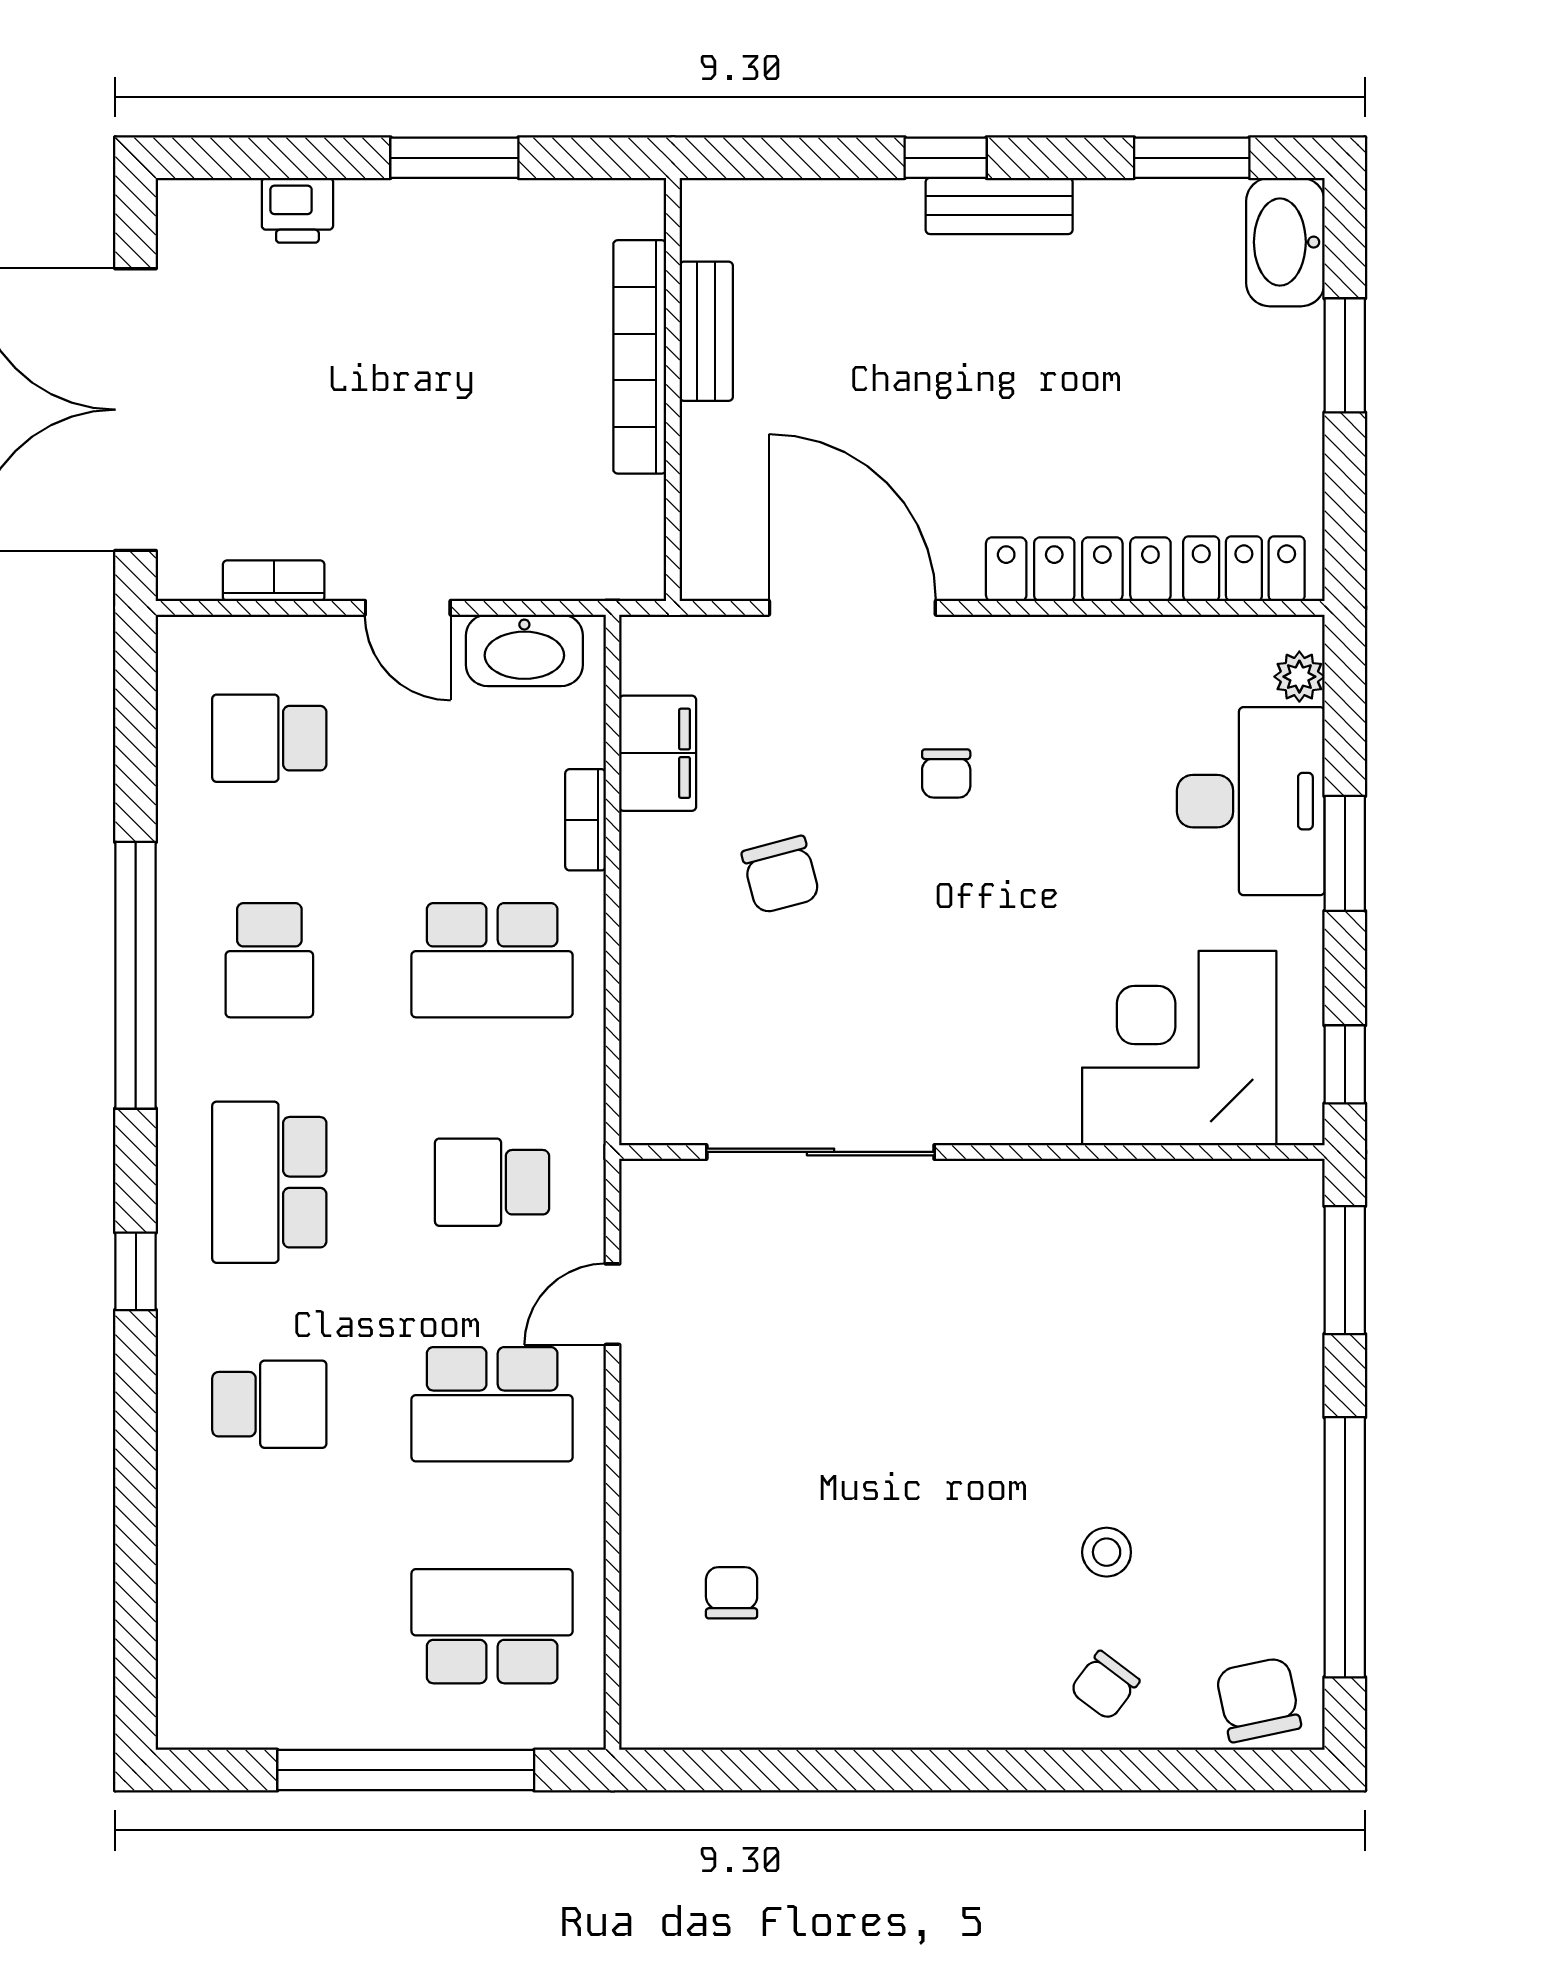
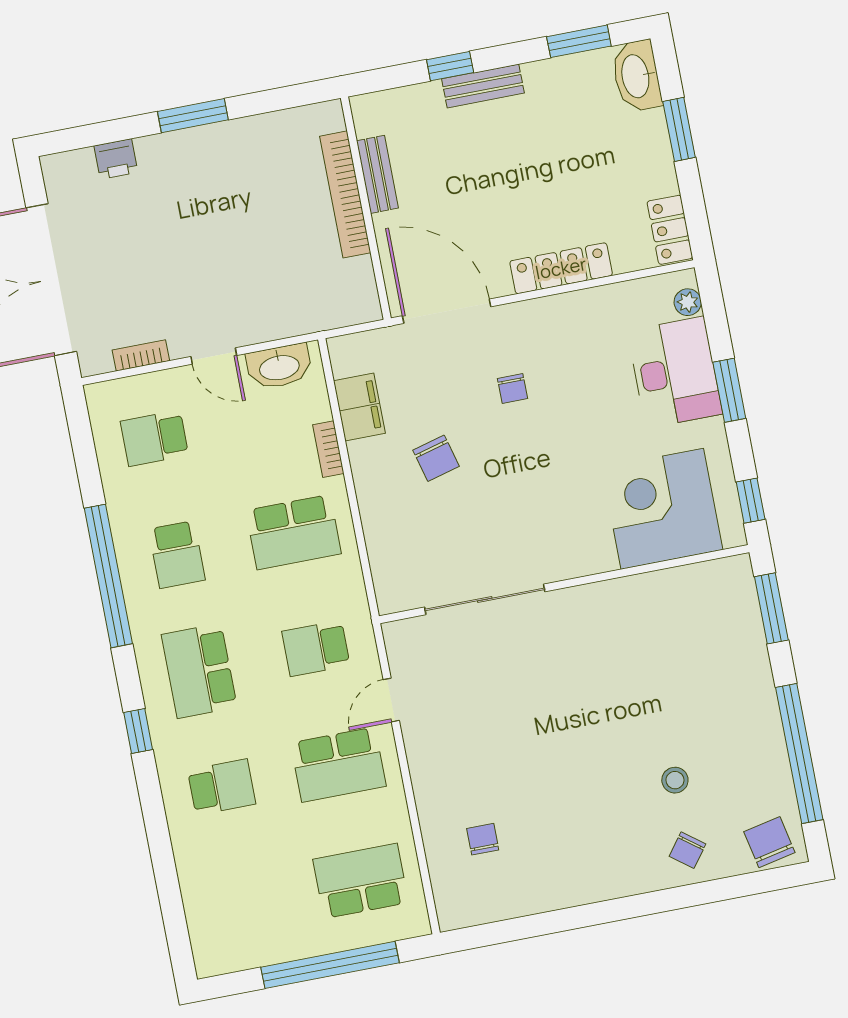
bench: (706, 331) -> (377, 174), moved
bookcase: (640, 357) -> (345, 194), moved
wall: (673, 389) -> (366, 208), moved
locker: (1244, 569) -> (670, 230), moved, turned -90

